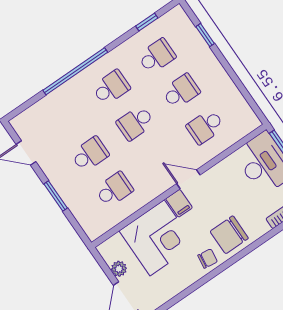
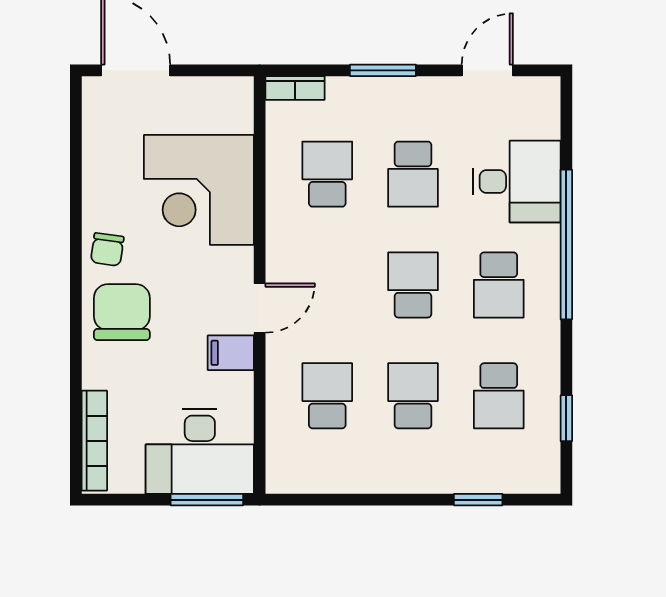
school desk: (181, 91) -> (413, 396), turned 180
desk: (63, 110) -> (517, 182), added
school desk: (114, 189) -> (327, 174), turned 180
filing cabinet: (179, 203) -> (231, 353), moved
bookcase: (88, 227) -> (295, 88), added
plant: (119, 269) -> (191, 92), removed

